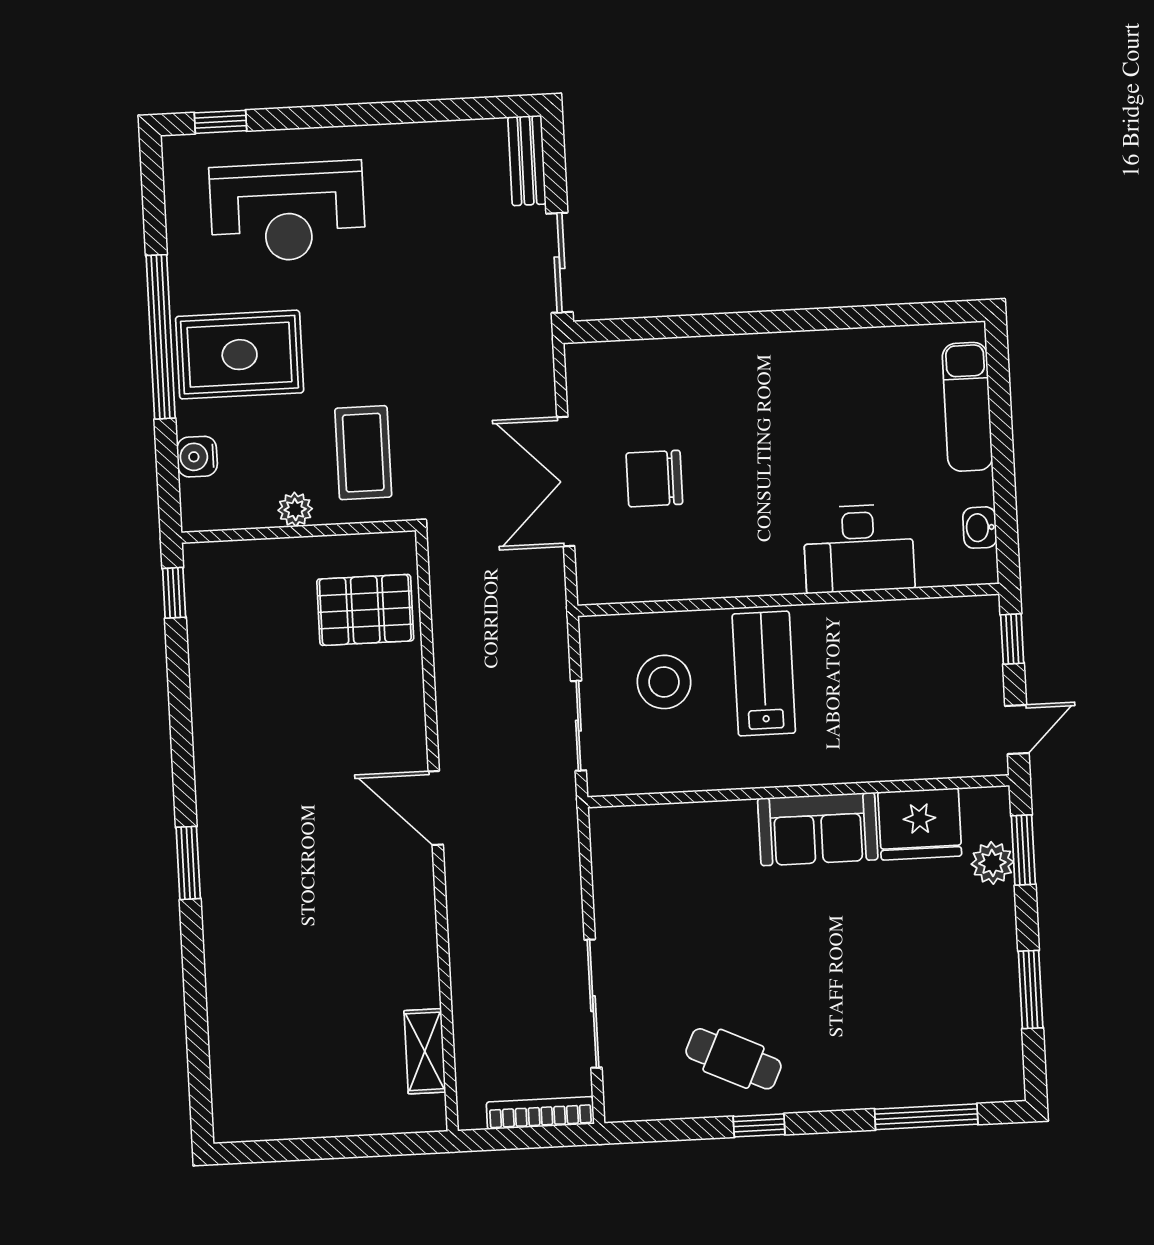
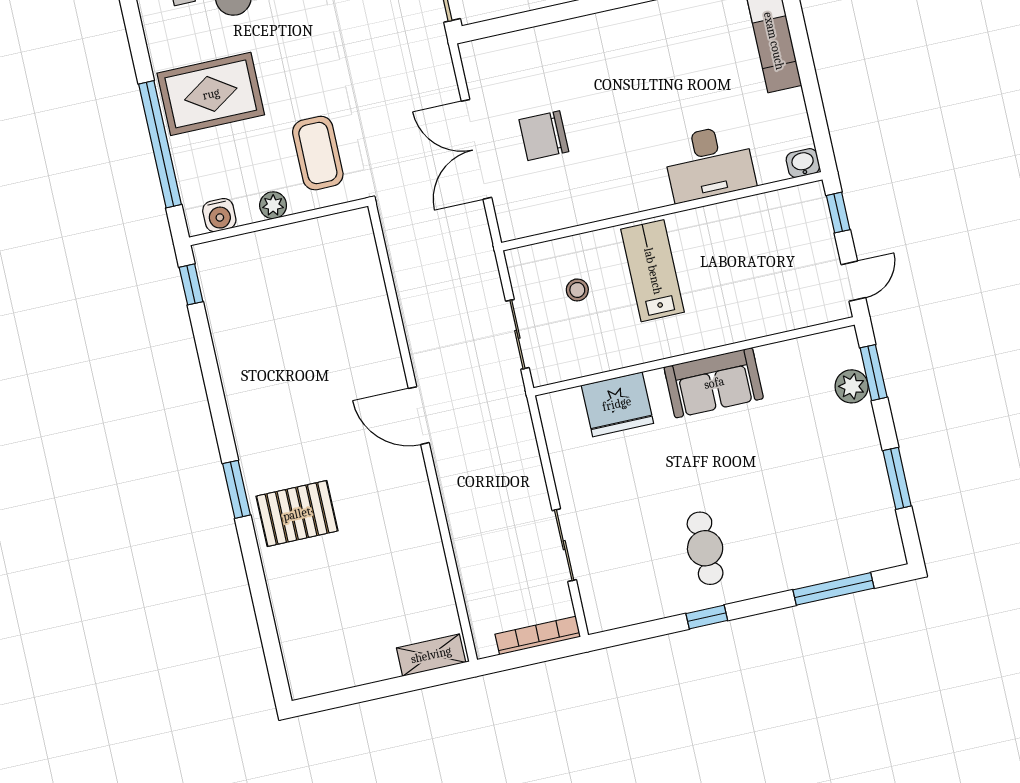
window: (161, 337) -> (160, 144), moved
water cooler: (197, 457) -> (219, 215), moved, turned -90
washbasin: (980, 528) -> (803, 163), moved, turned 90
pallet: (365, 610) -> (297, 514), moved
stool: (664, 682) -> (577, 290), width x0.53, depth x0.53
fridge: (920, 824) -> (617, 404), moved
sliding door: (593, 1004) -> (564, 545), width x0.73
shelving: (425, 1051) -> (431, 655), moved, turned 90
cafe table: (734, 1059) -> (705, 548), moved, turned 65

